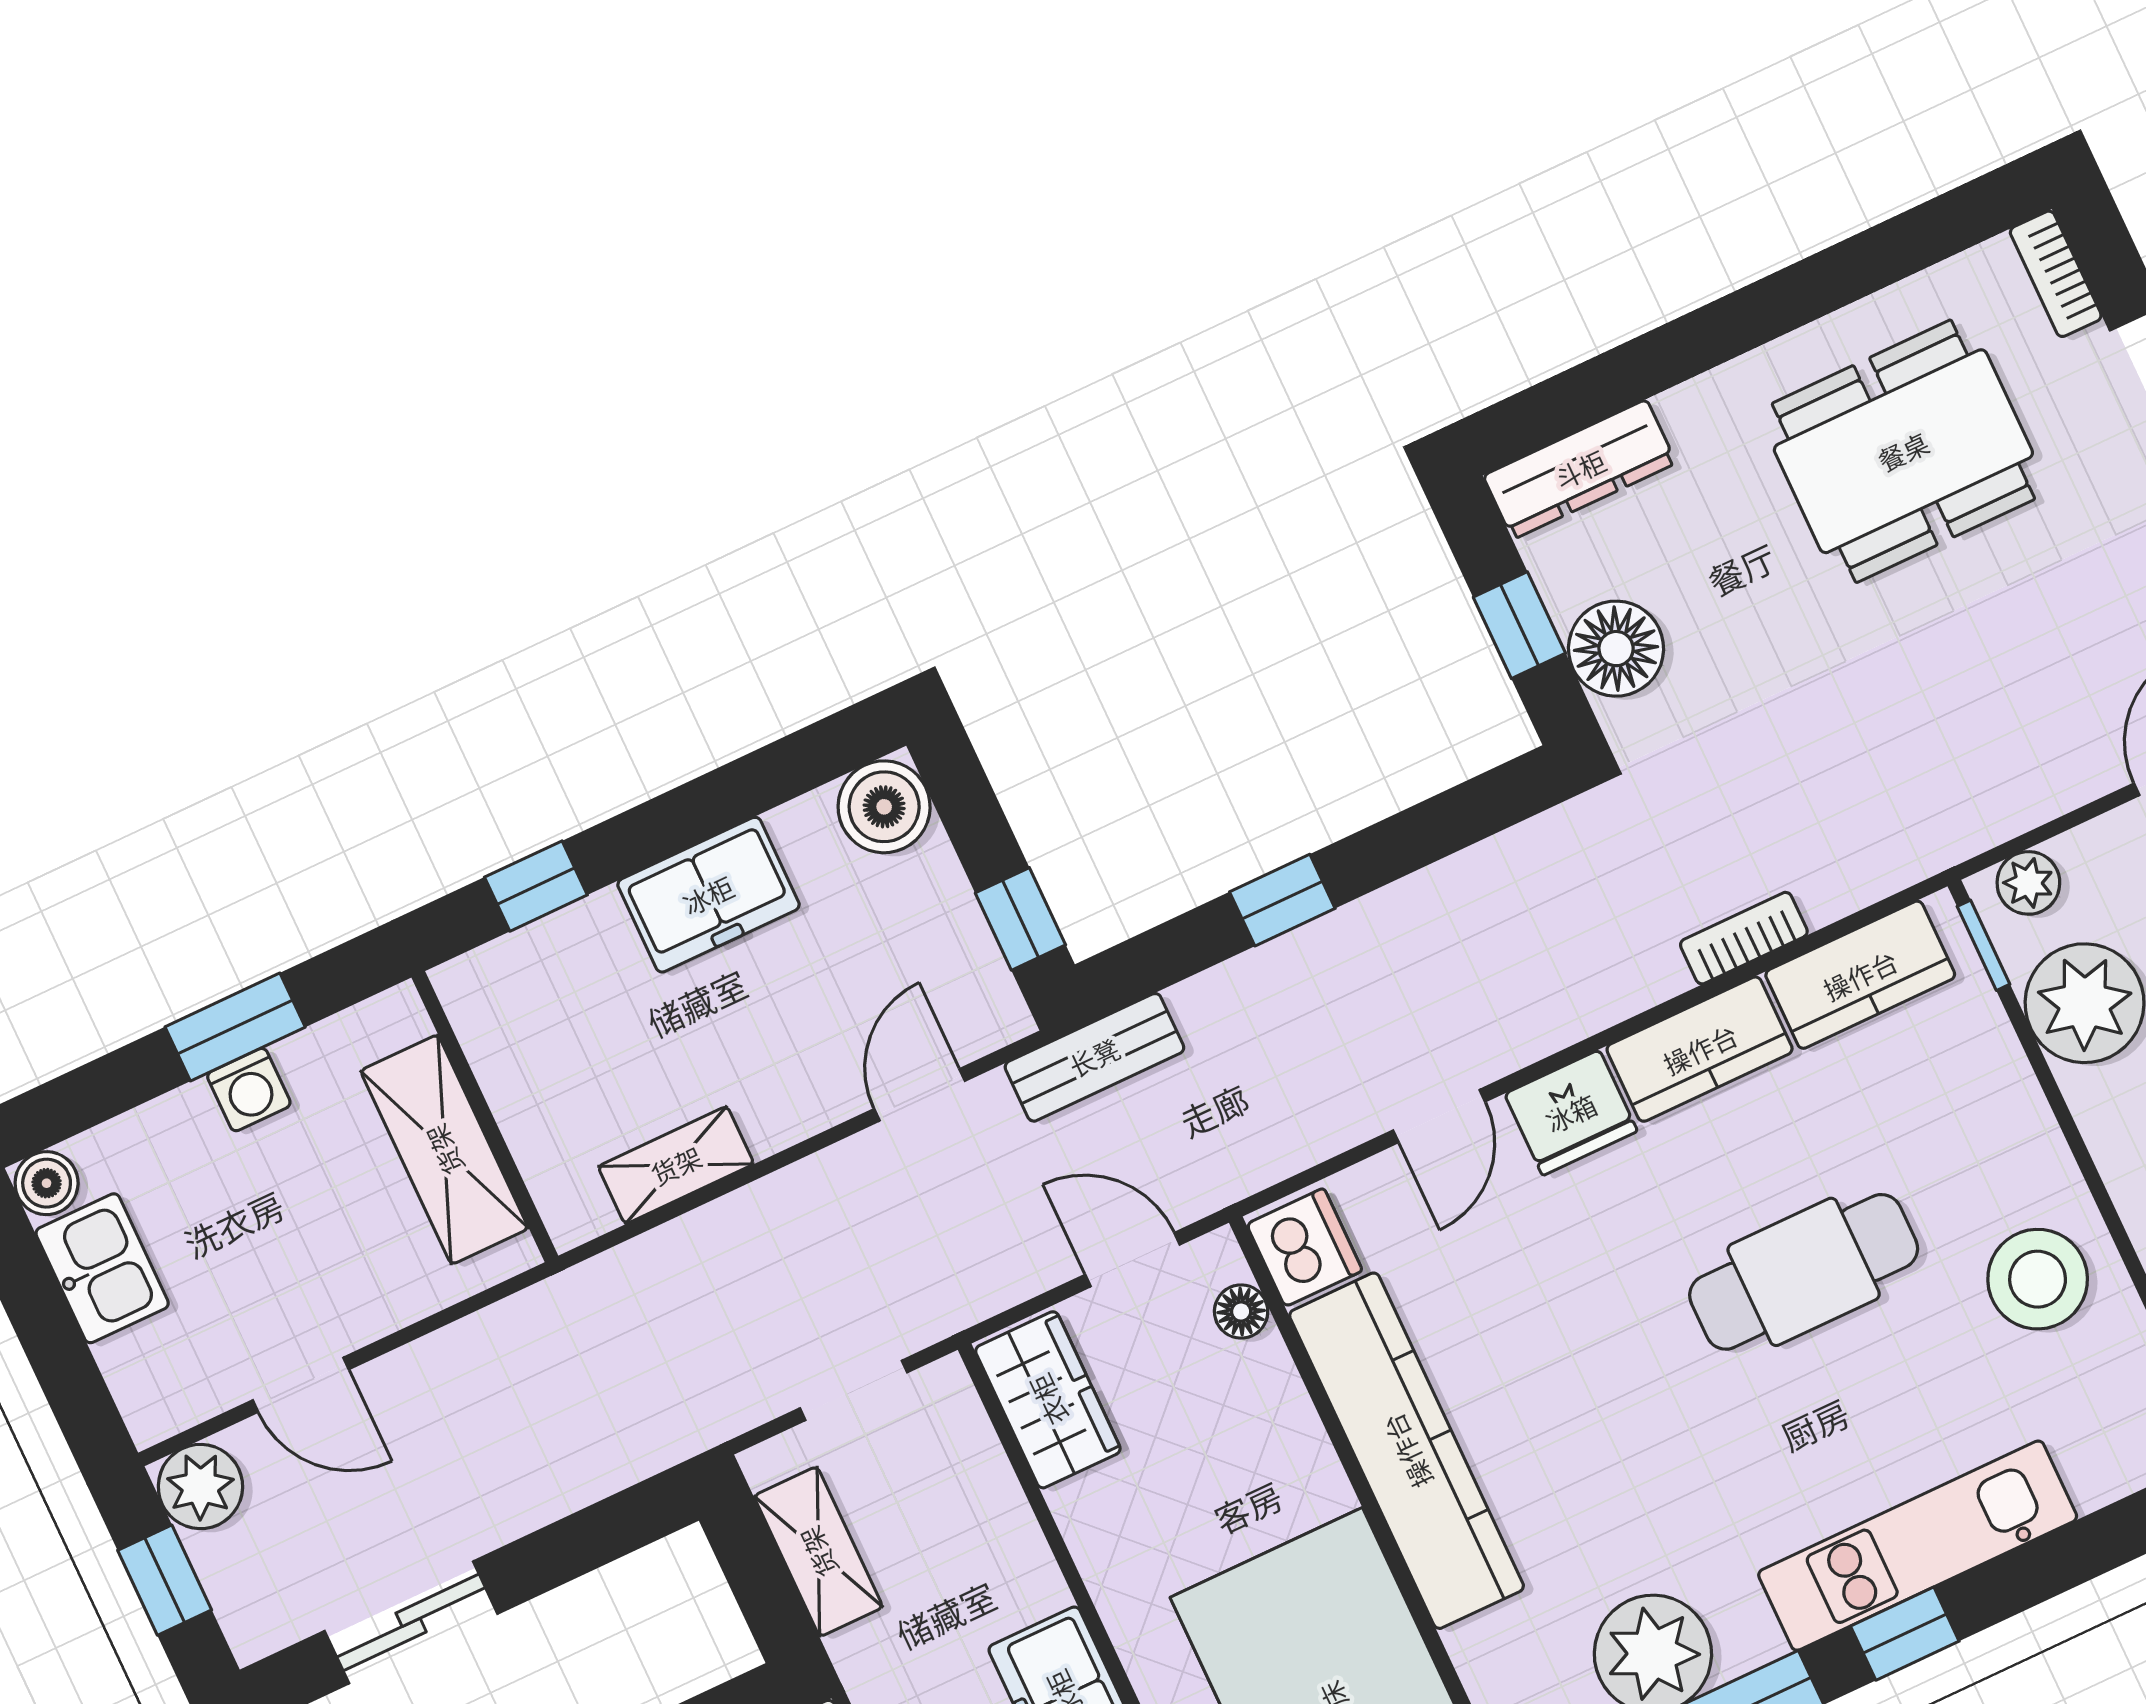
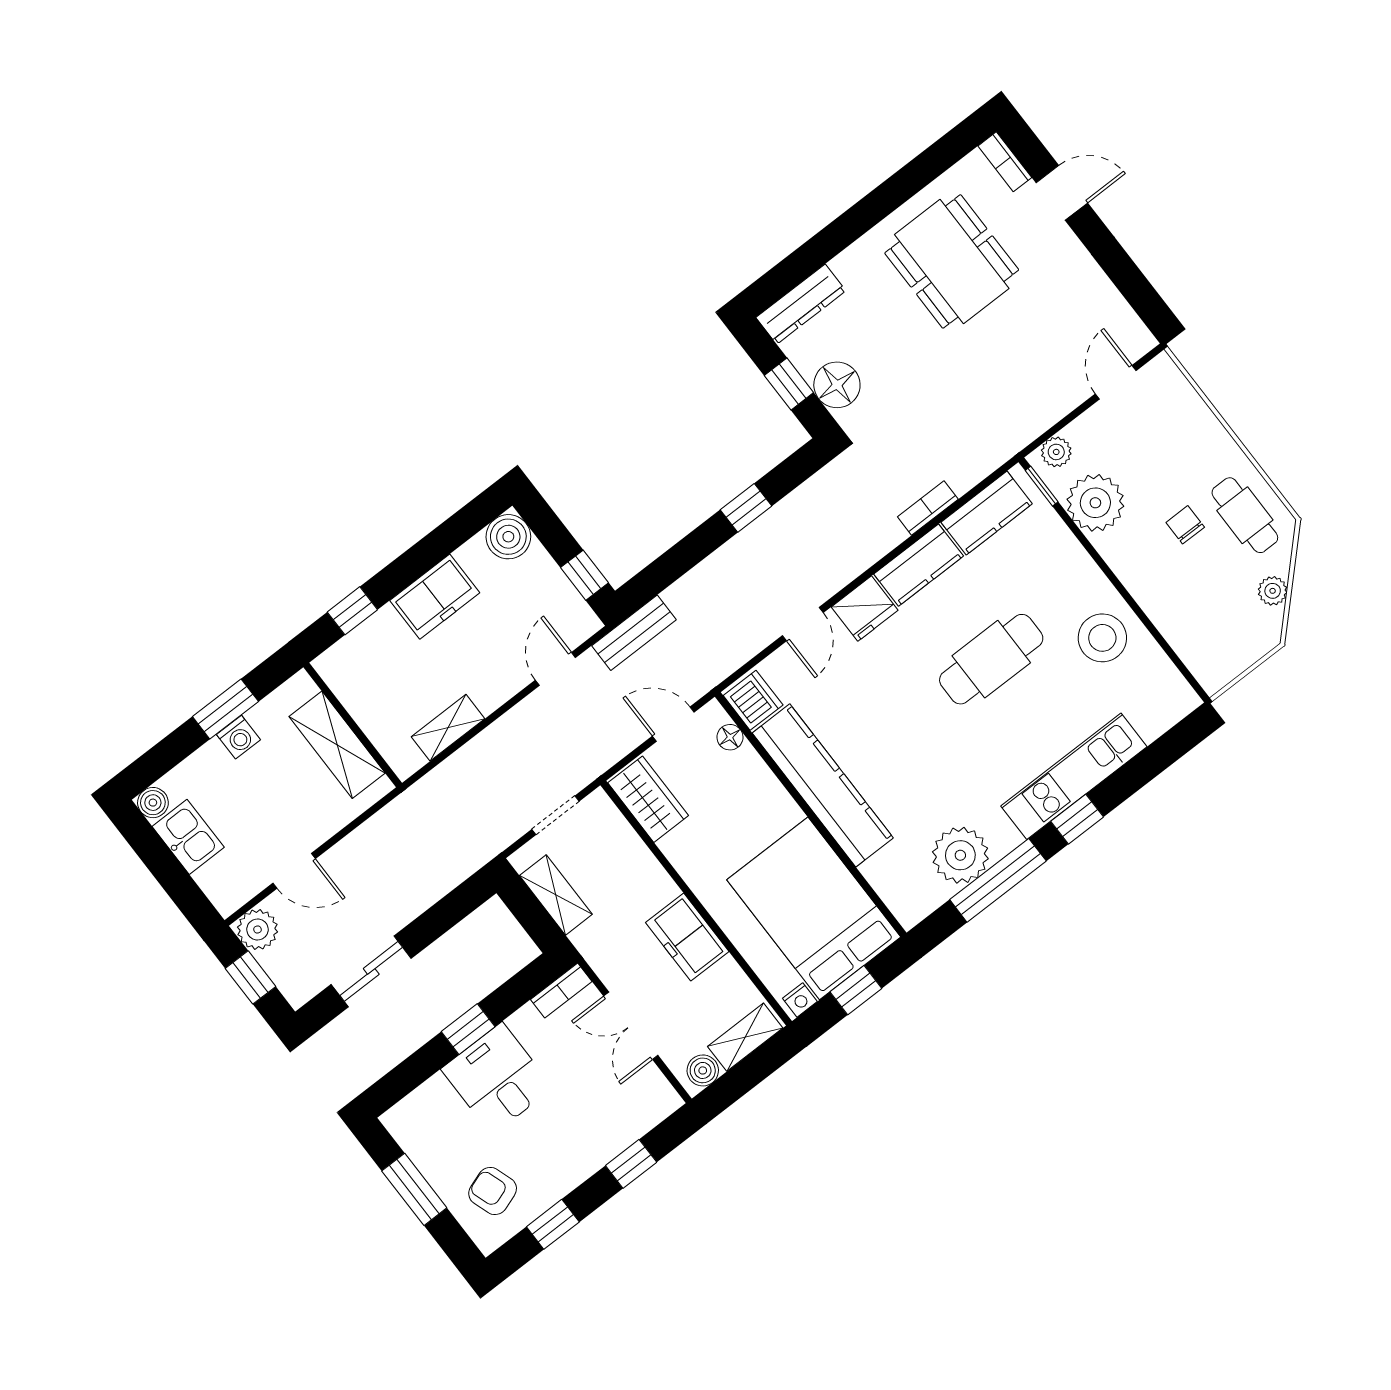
dining table: (1903, 451) -> (952, 261), turned 90
window: (1282, 900) -> (746, 508), moved

